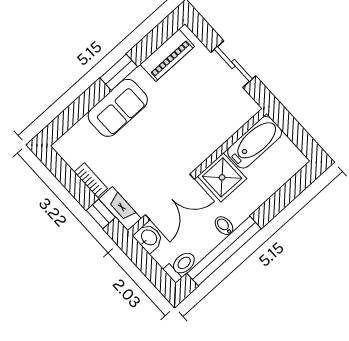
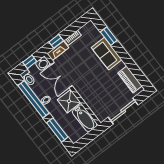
sliding door: (233, 64) -> (123, 111), width x1.37
window: (119, 72) -> (109, 36), moved
window: (283, 197) -> (57, 130), added
window: (147, 265) -> (30, 62), added

